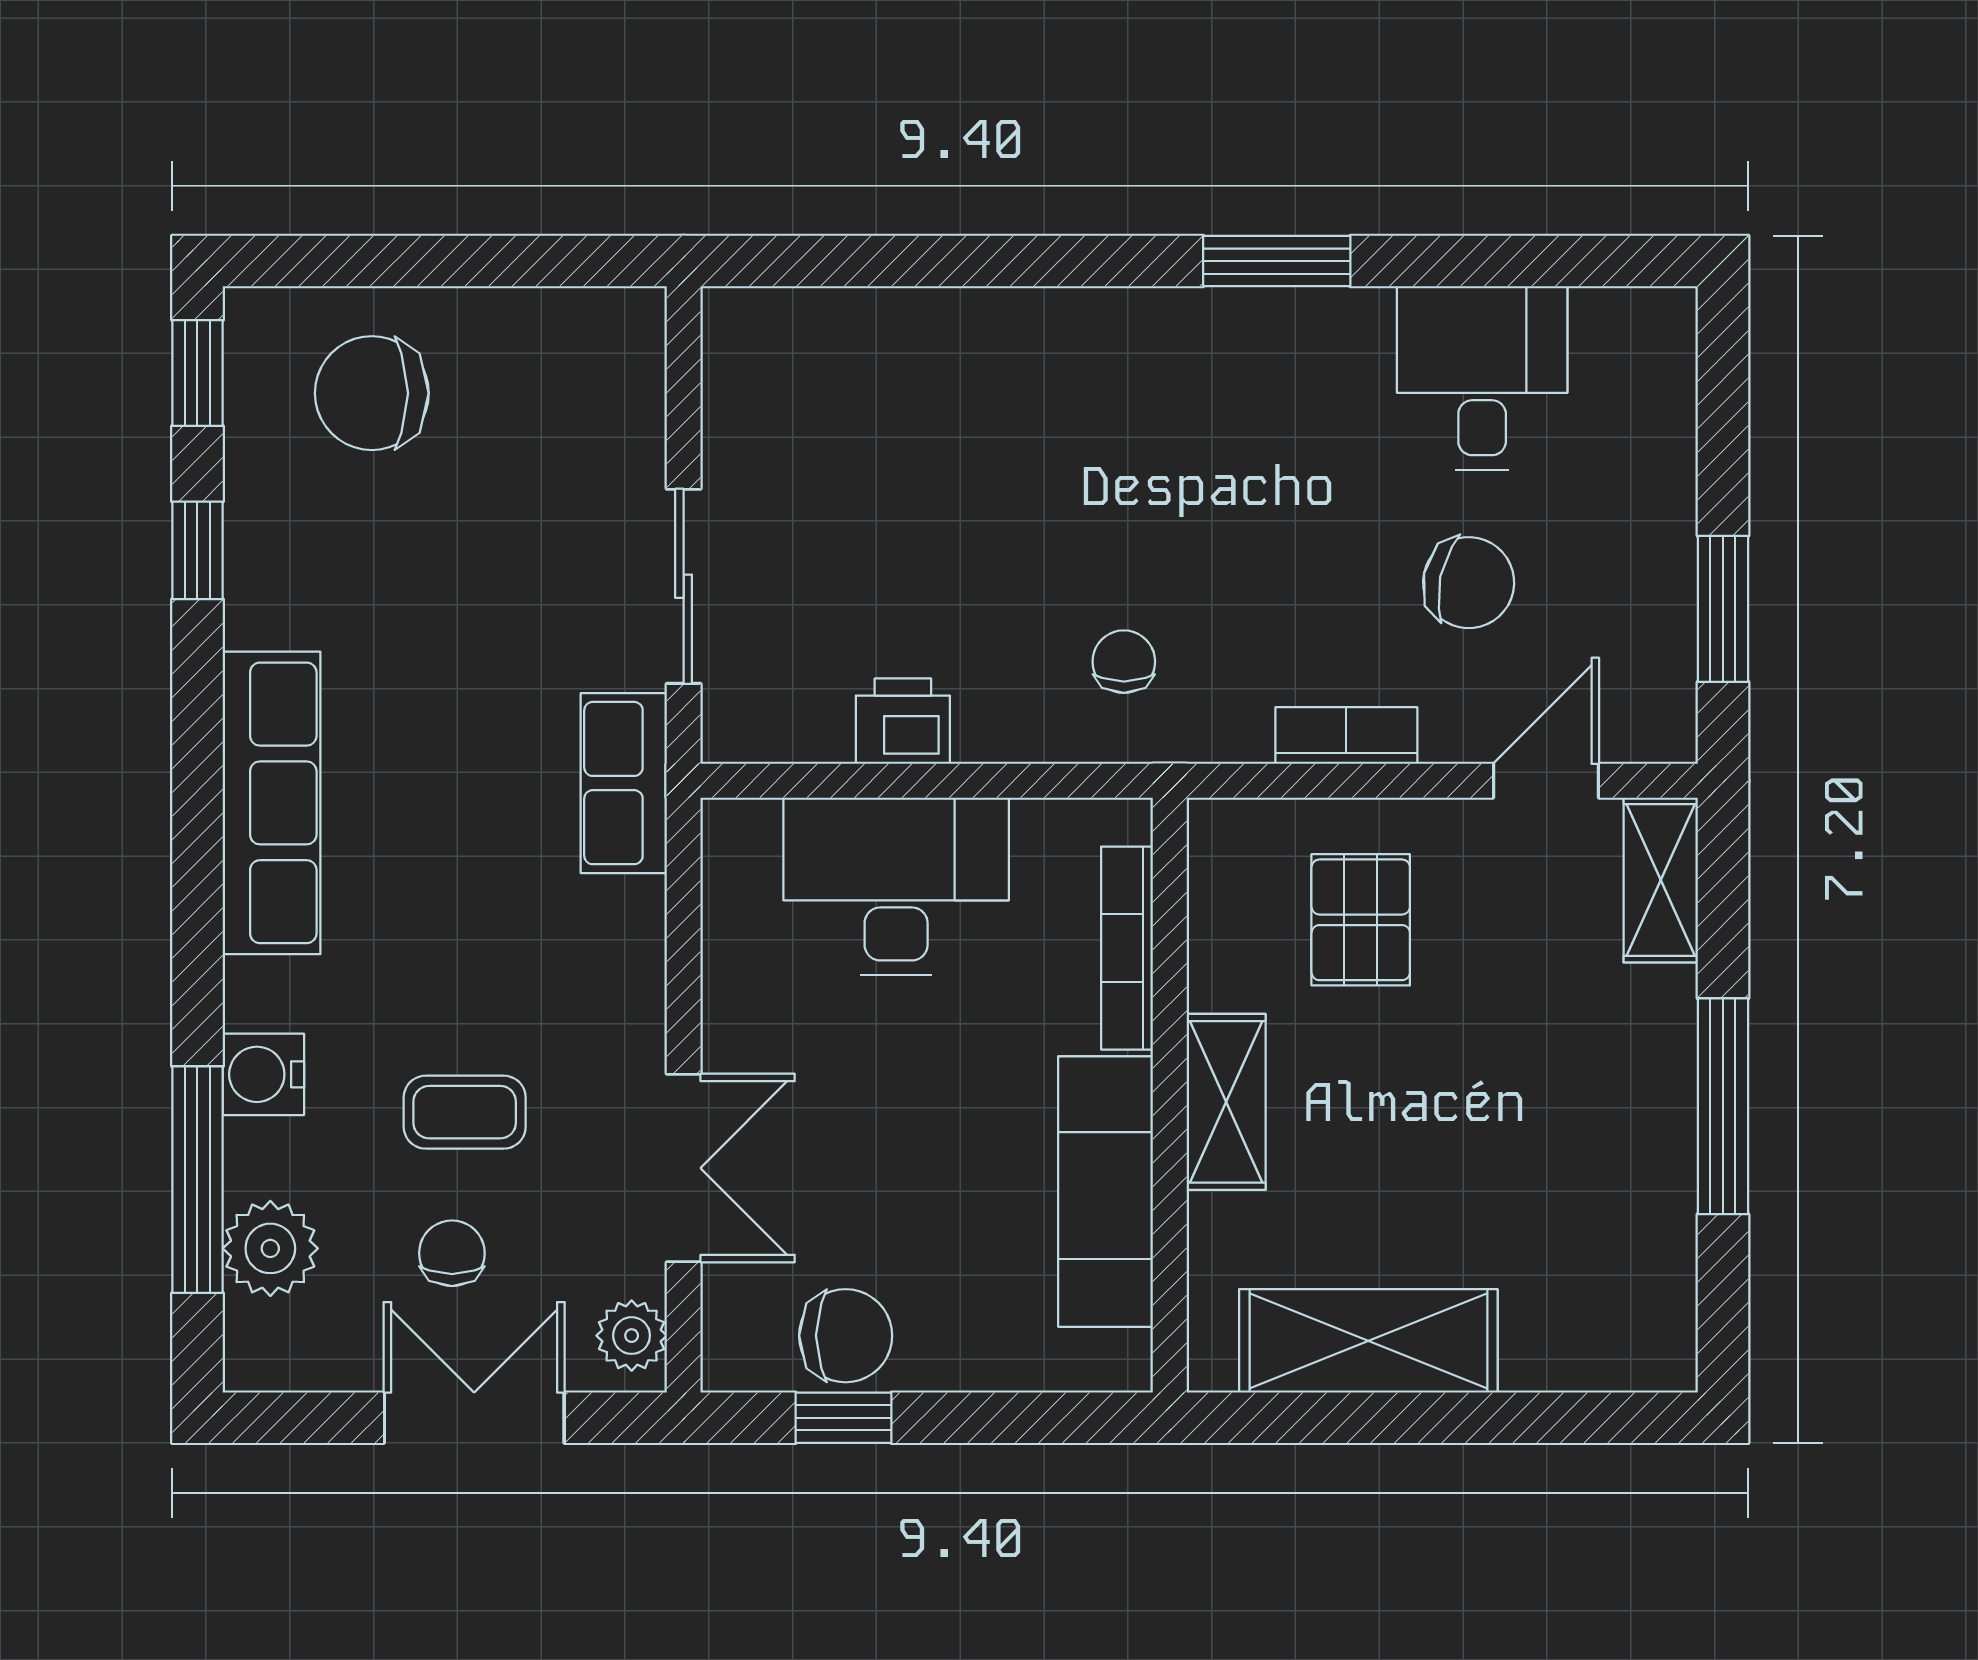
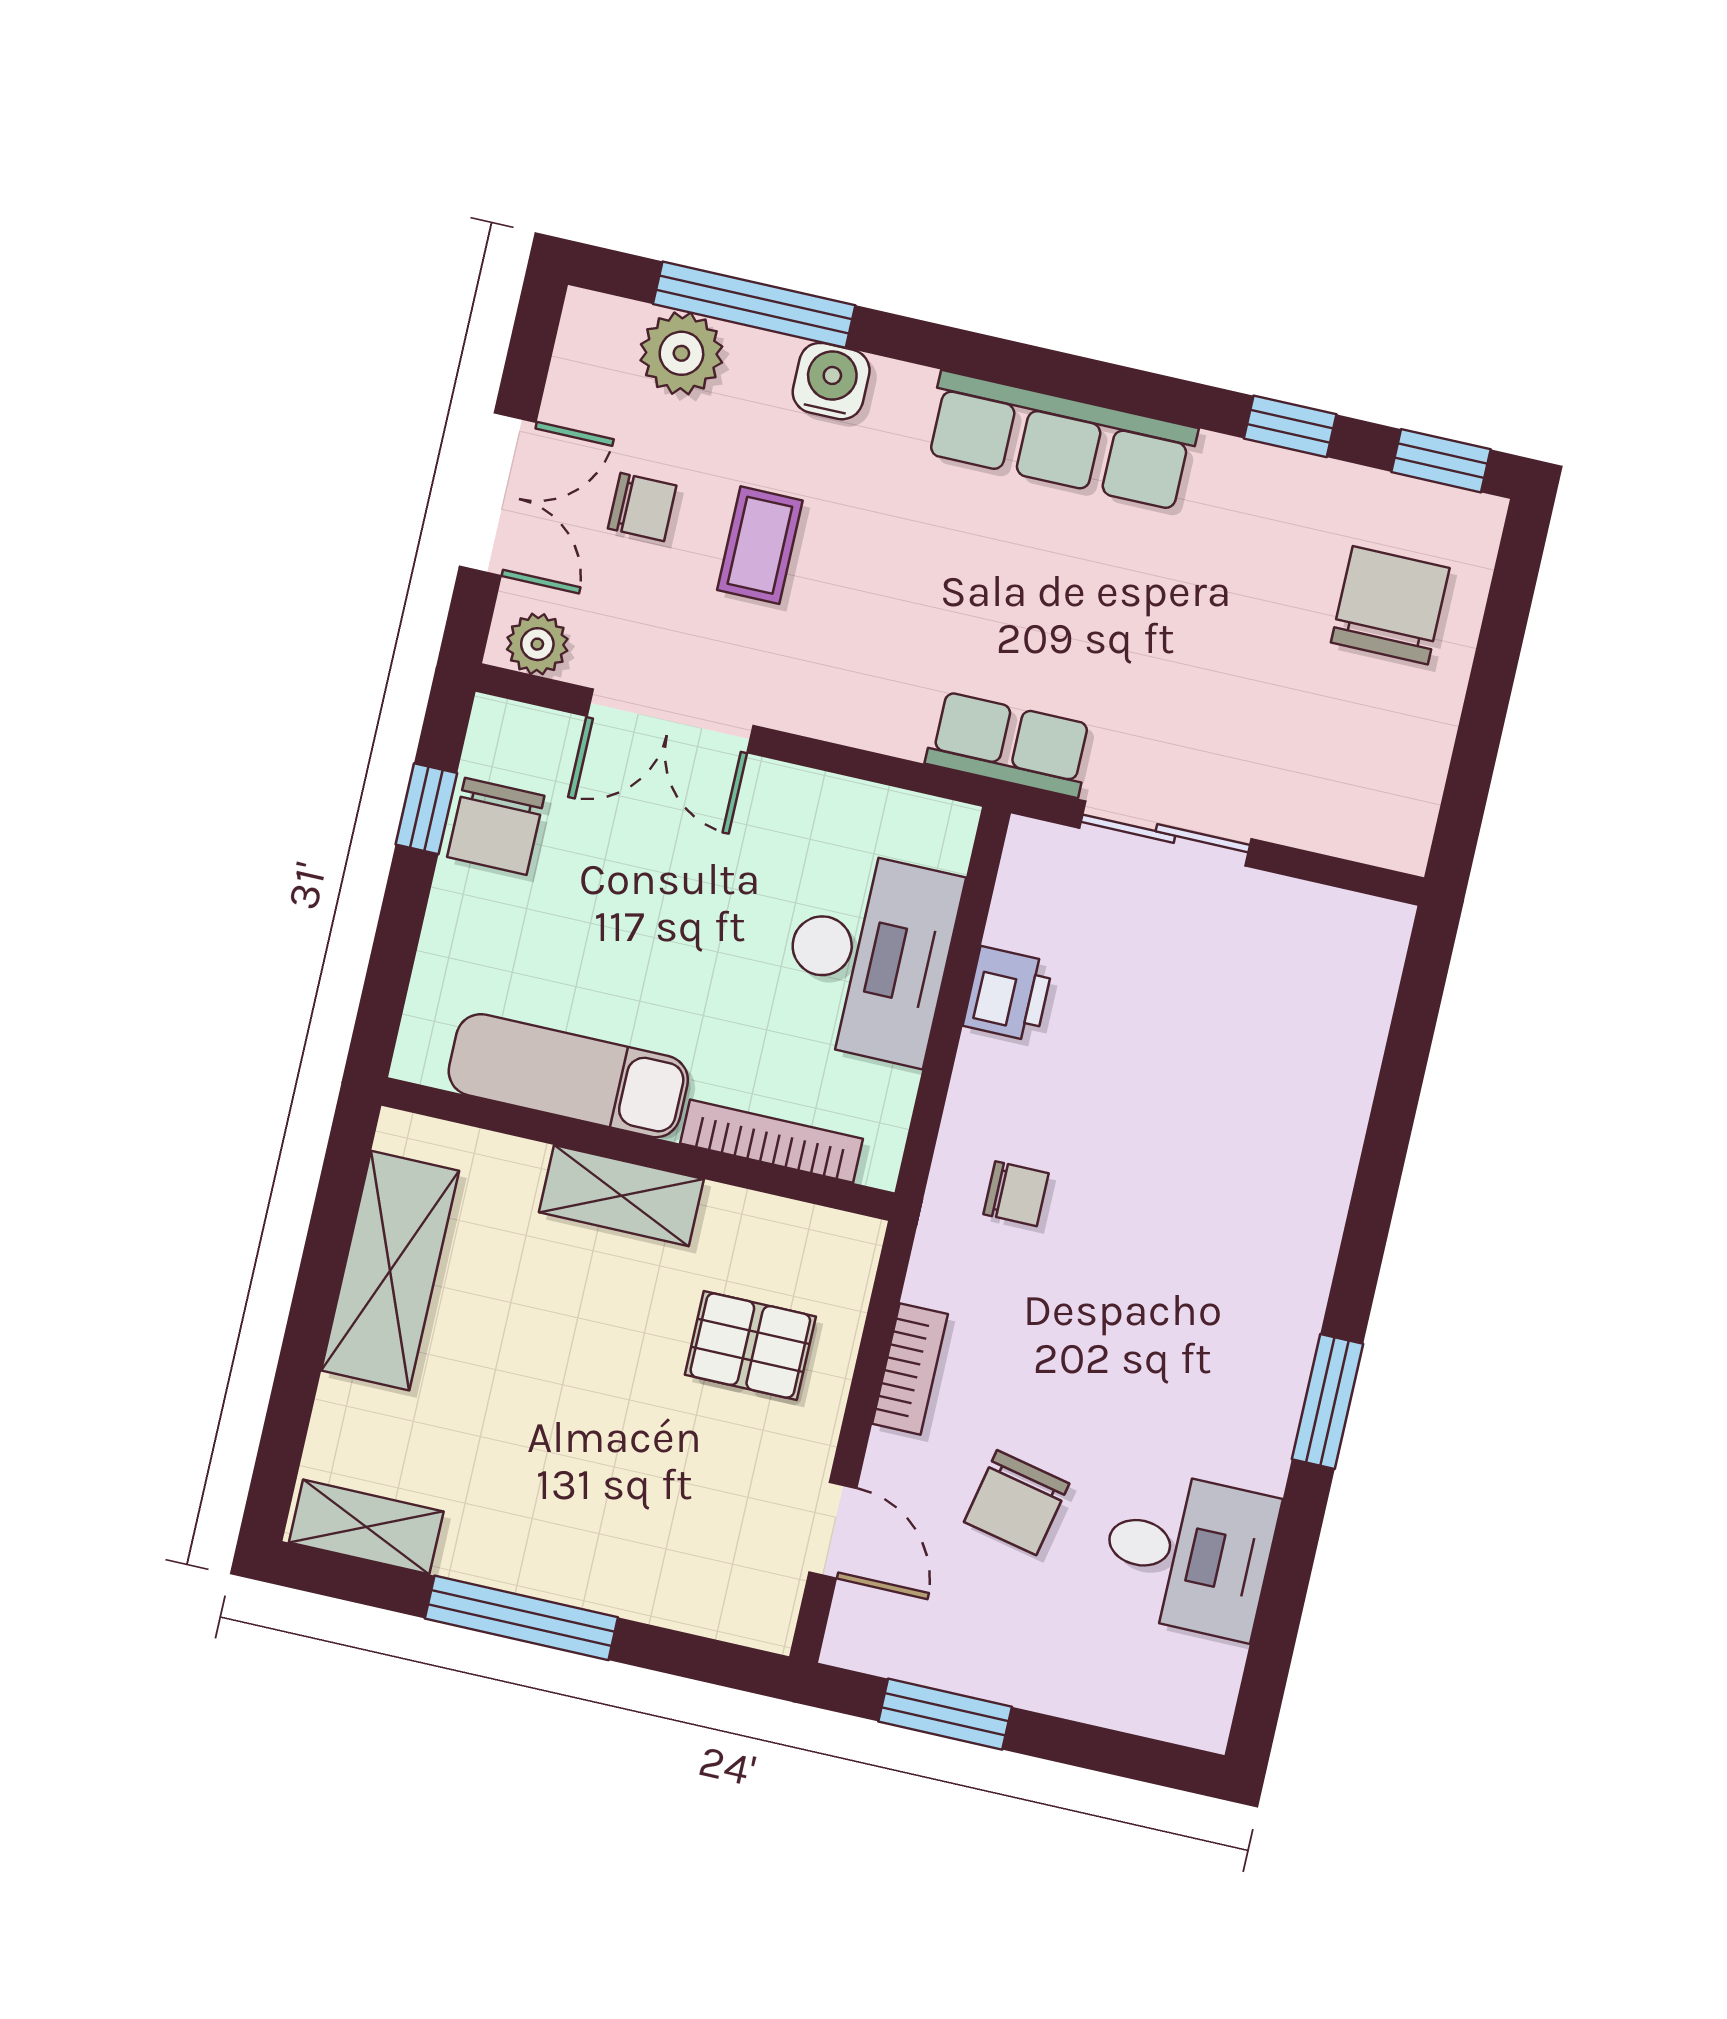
shelving: (1661, 880) -> (366, 1527), moved

